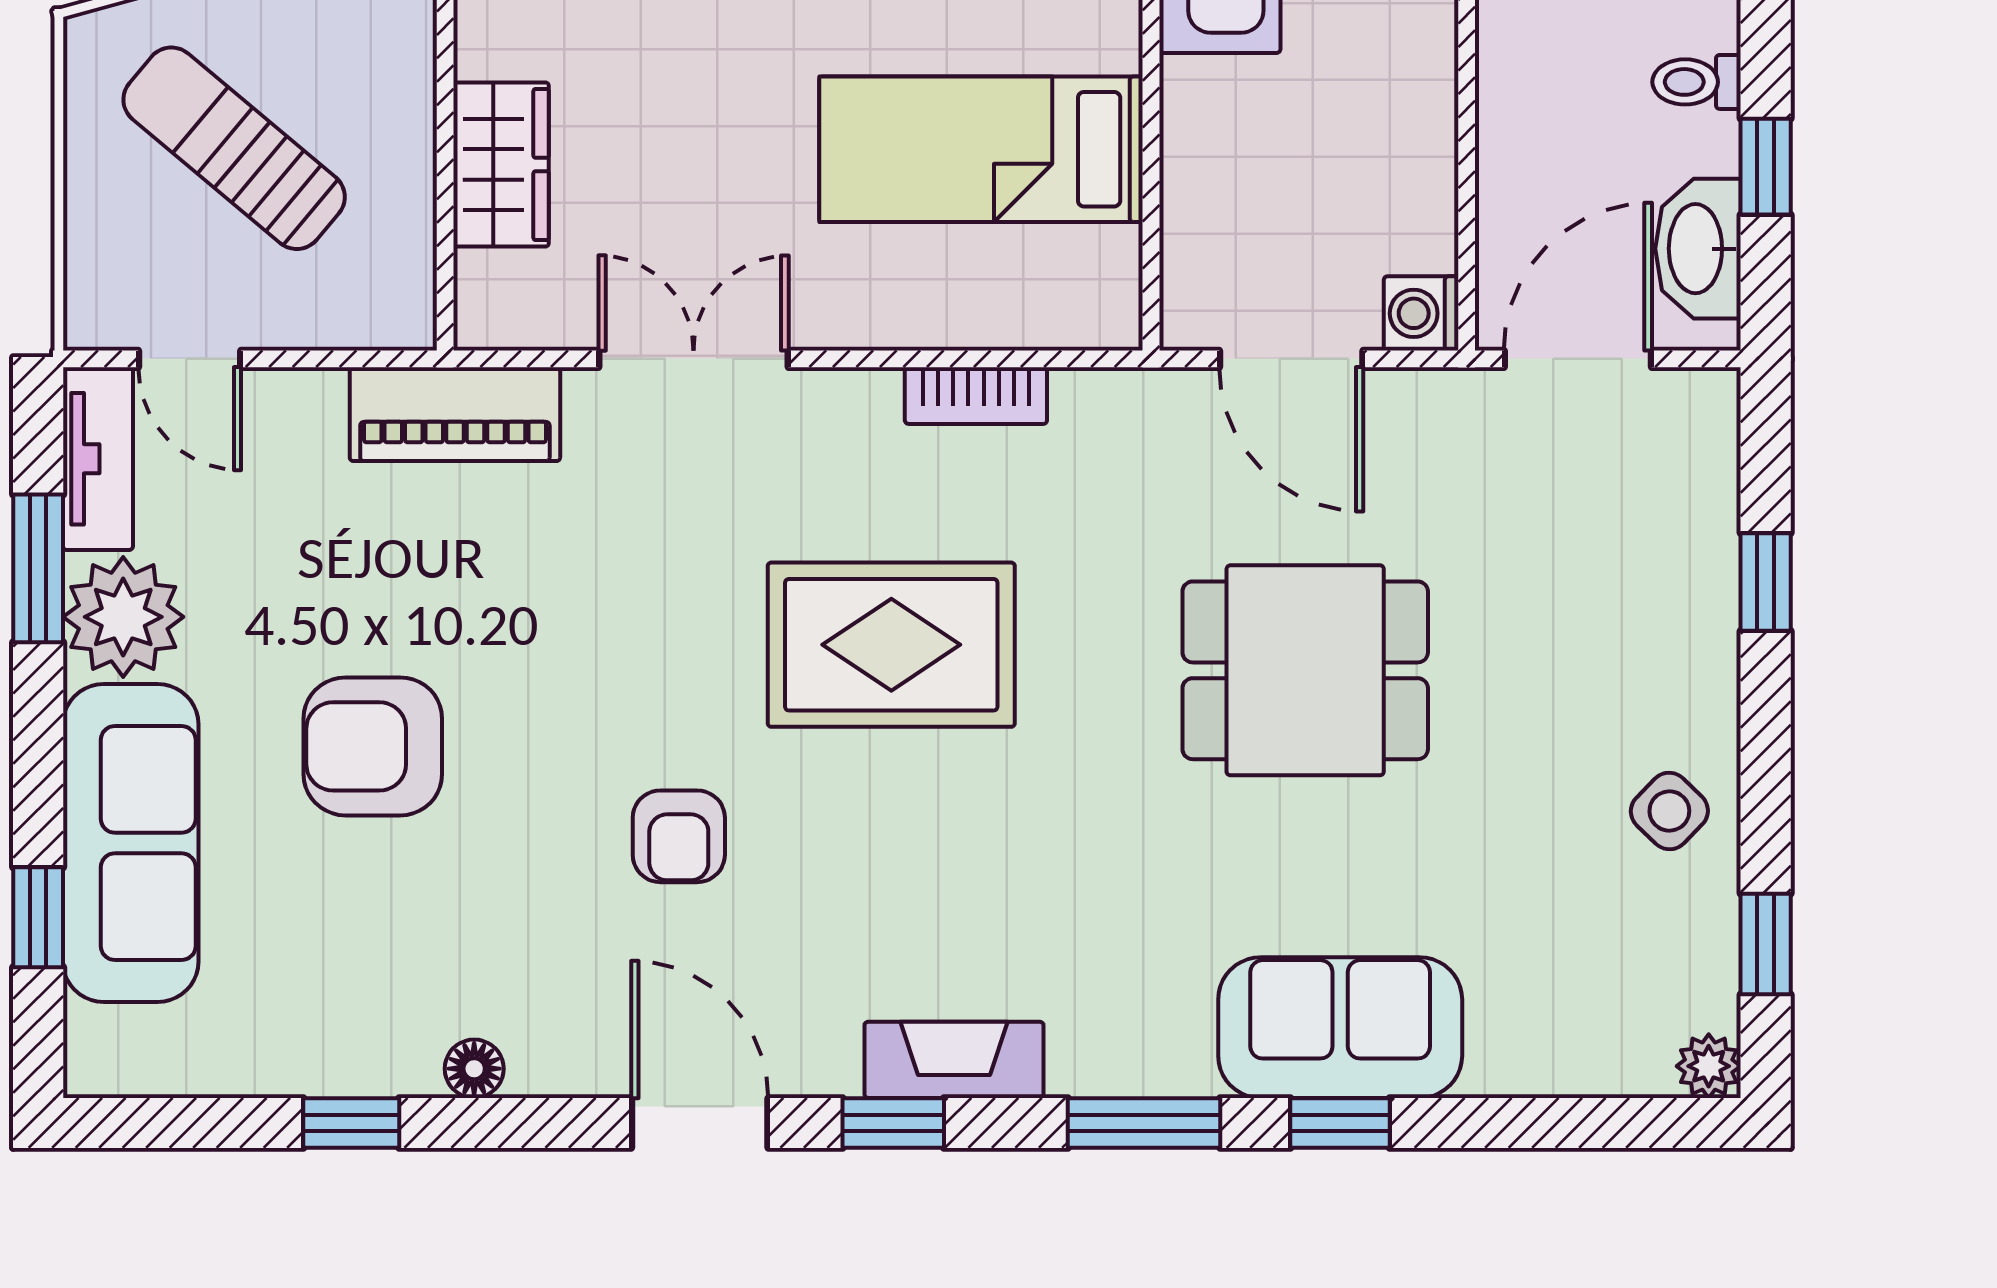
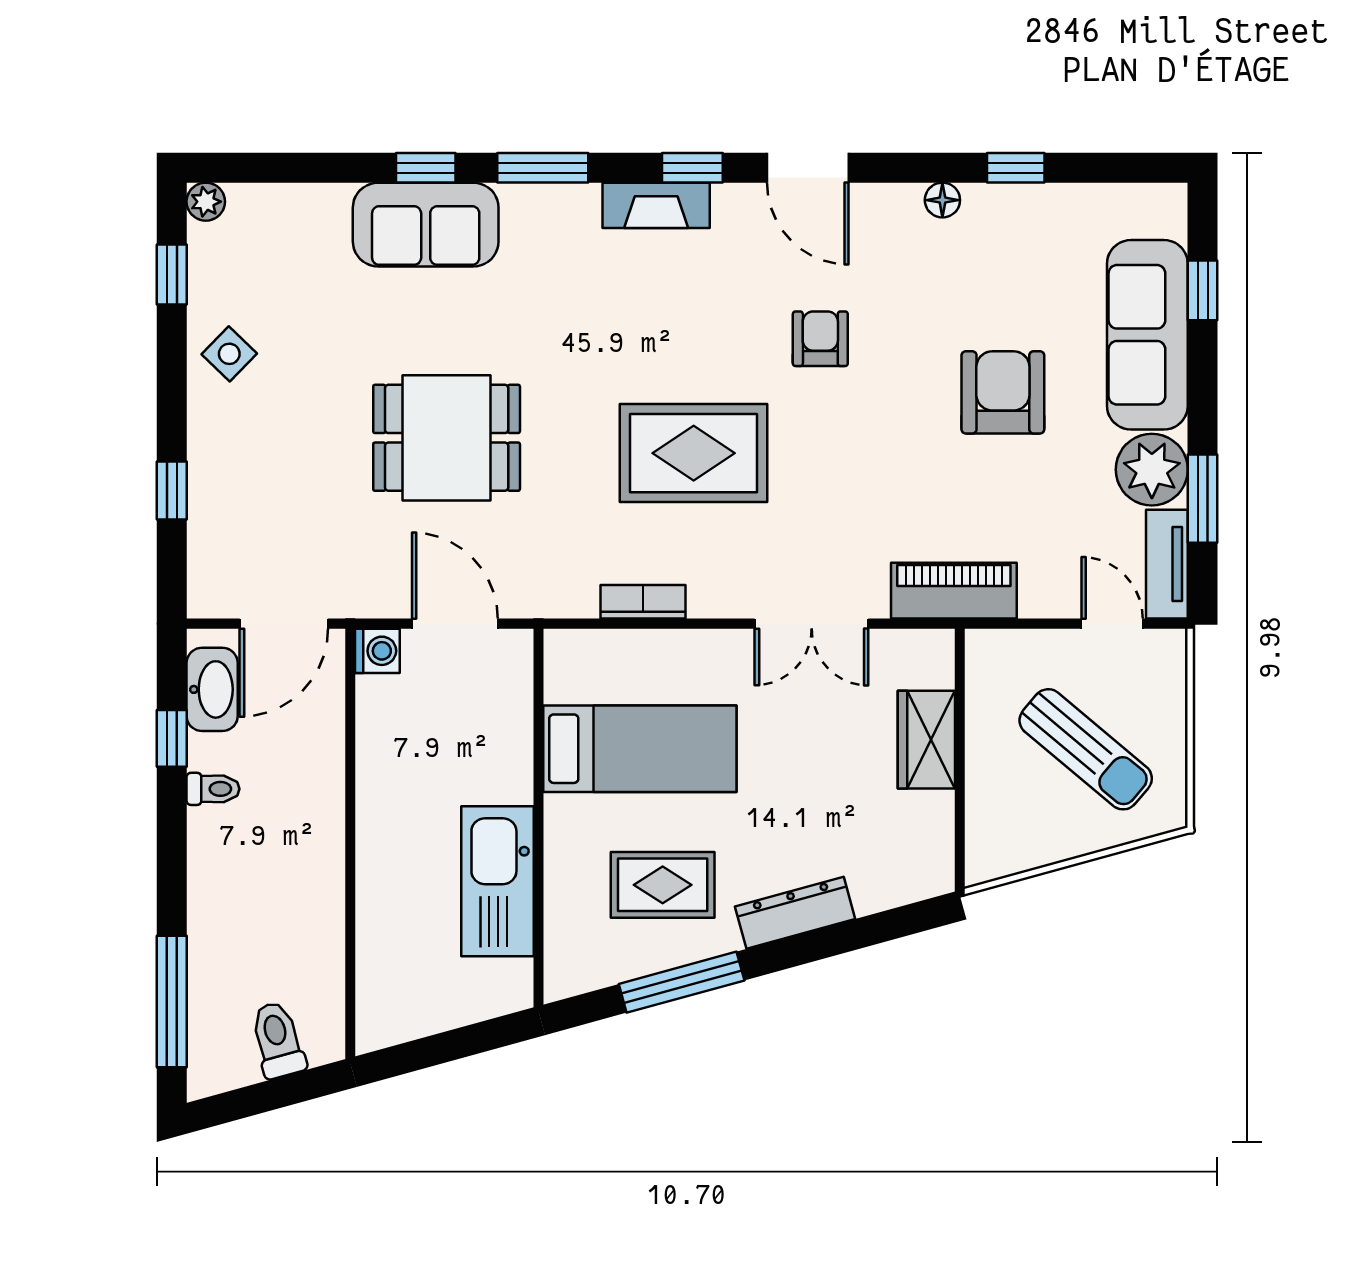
armchair: (373, 746) -> (1003, 392), turned -90

